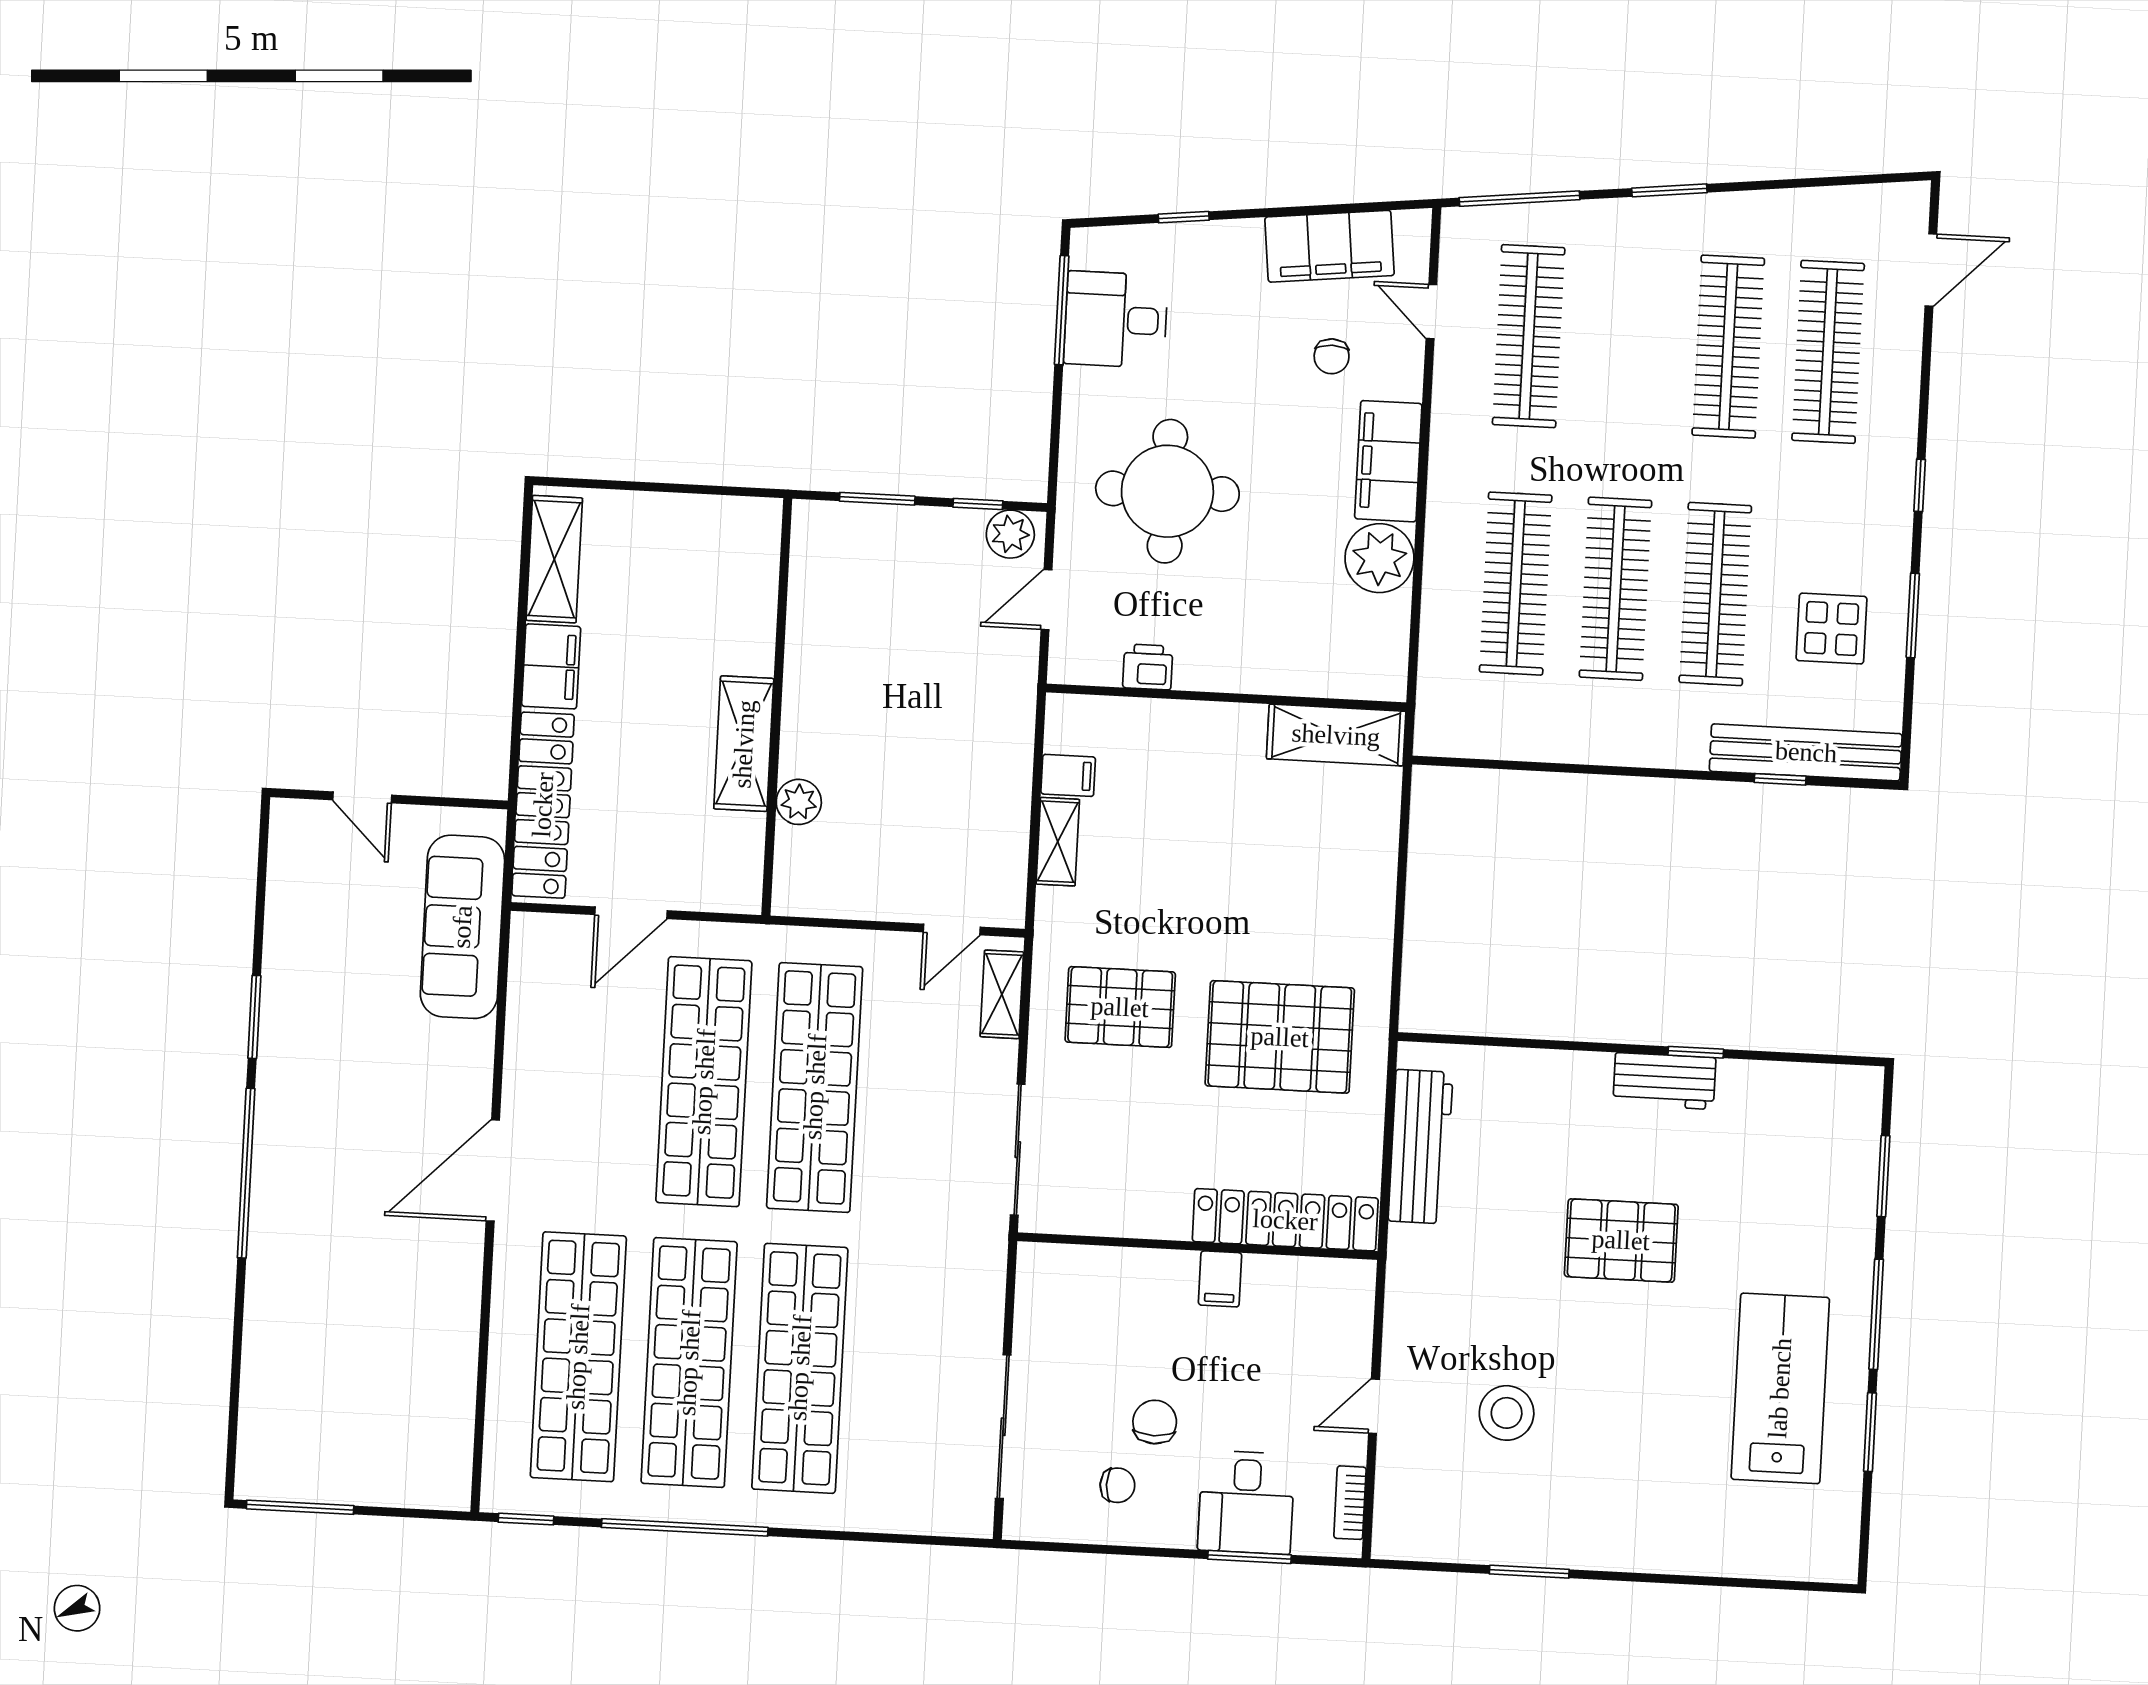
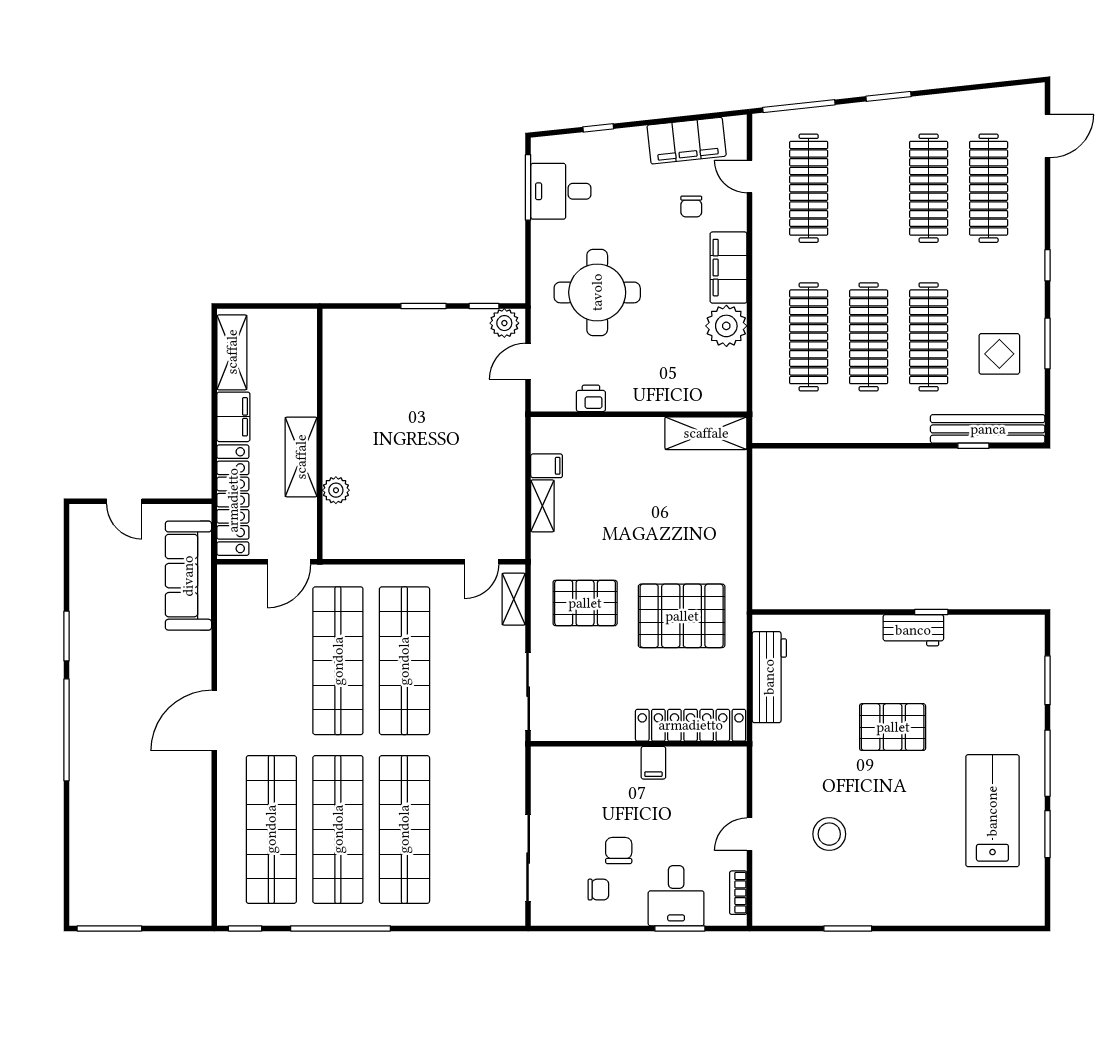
wall: (777, 707) -> (320, 434), moved
shelving: (744, 744) -> (301, 457), moved
plant: (799, 802) -> (336, 490), moved

